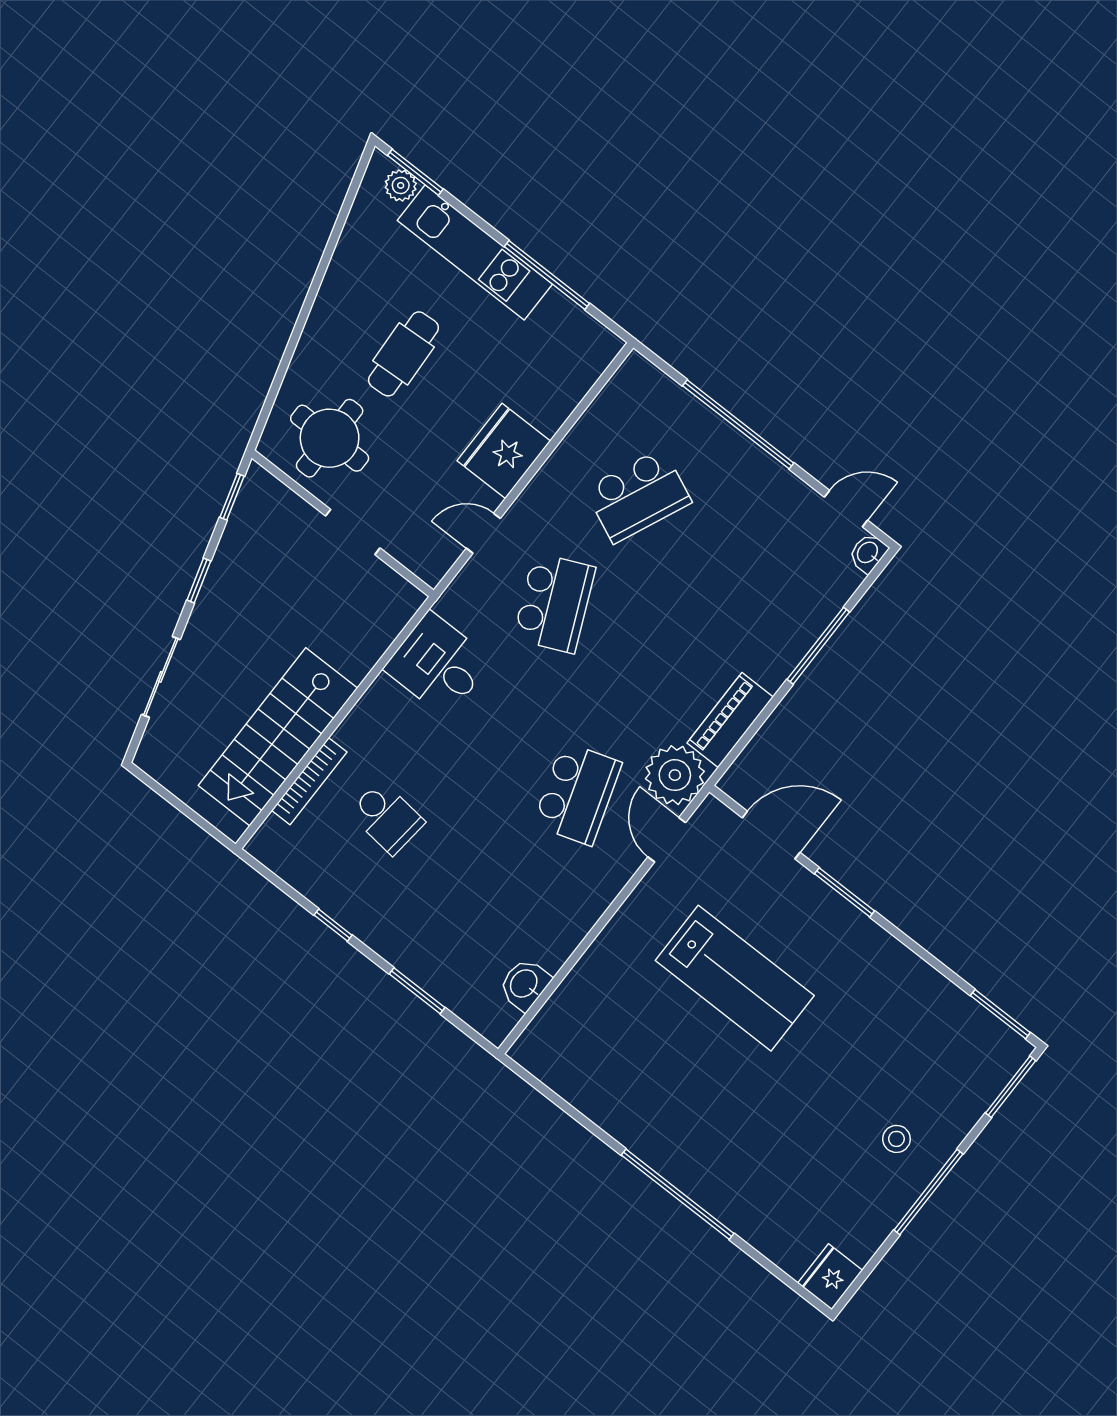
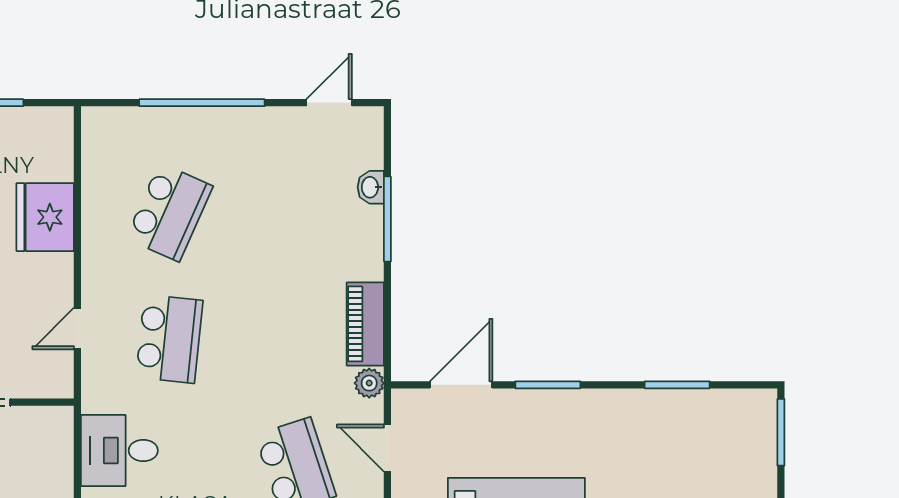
fridge: (504, 451) -> (45, 217), moved
washbasin: (868, 553) -> (371, 187), moved
school desk: (554, 603) -> (169, 339), turned 30
plant: (675, 775) -> (369, 383), width x0.53, depth x0.53
window: (1000, 1014) -> (677, 385), moved

